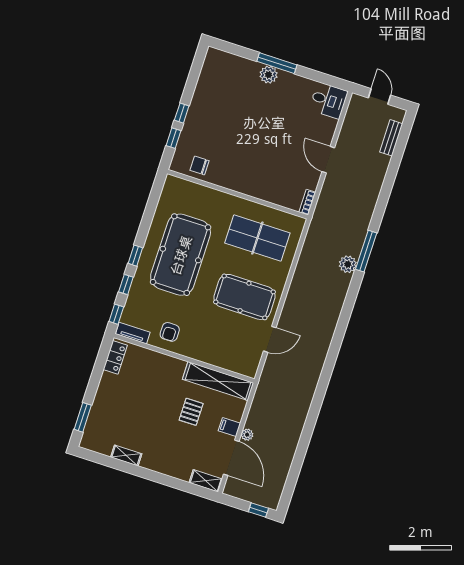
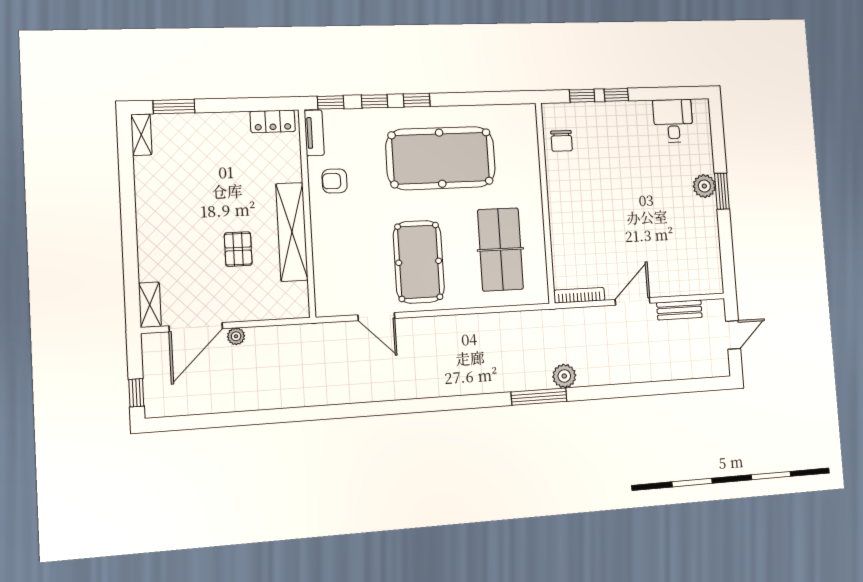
window: (277, 63) -> (722, 191), width x0.69
desk: (328, 100) -> (673, 121), moved, turned 180
bench: (391, 138) -> (679, 310), moved
chair: (199, 165) -> (562, 141), turned 180
bookcase: (307, 202) -> (579, 295), width x1.56
plant: (348, 264) -> (564, 376), moved
shelving: (218, 381) -> (292, 232), moved
pallet: (191, 412) -> (238, 249), turned 90
filing cabinet: (229, 427) -> (237, 308), removed
shelving: (126, 455) -> (141, 135), moved

